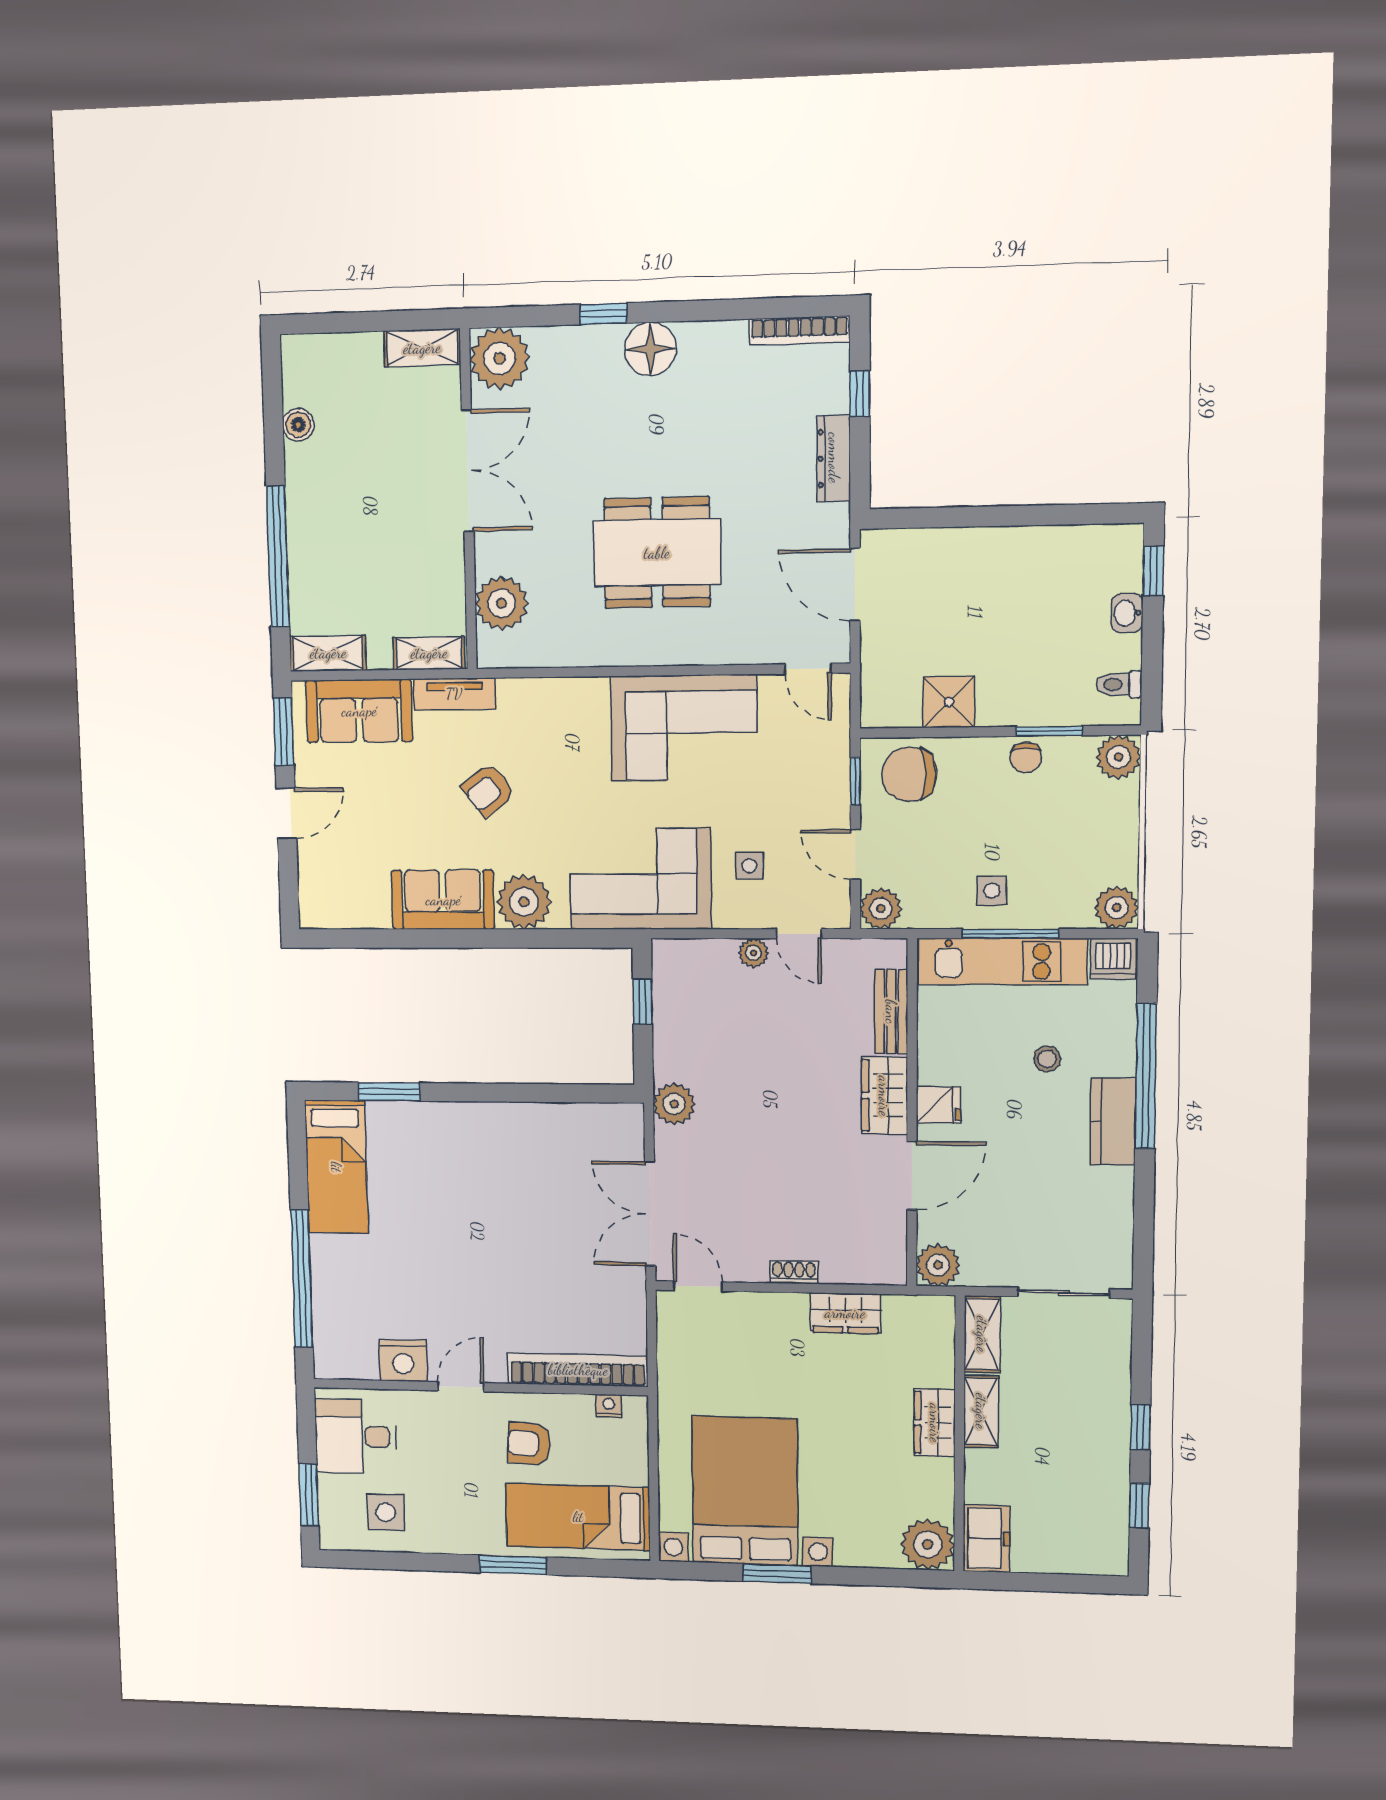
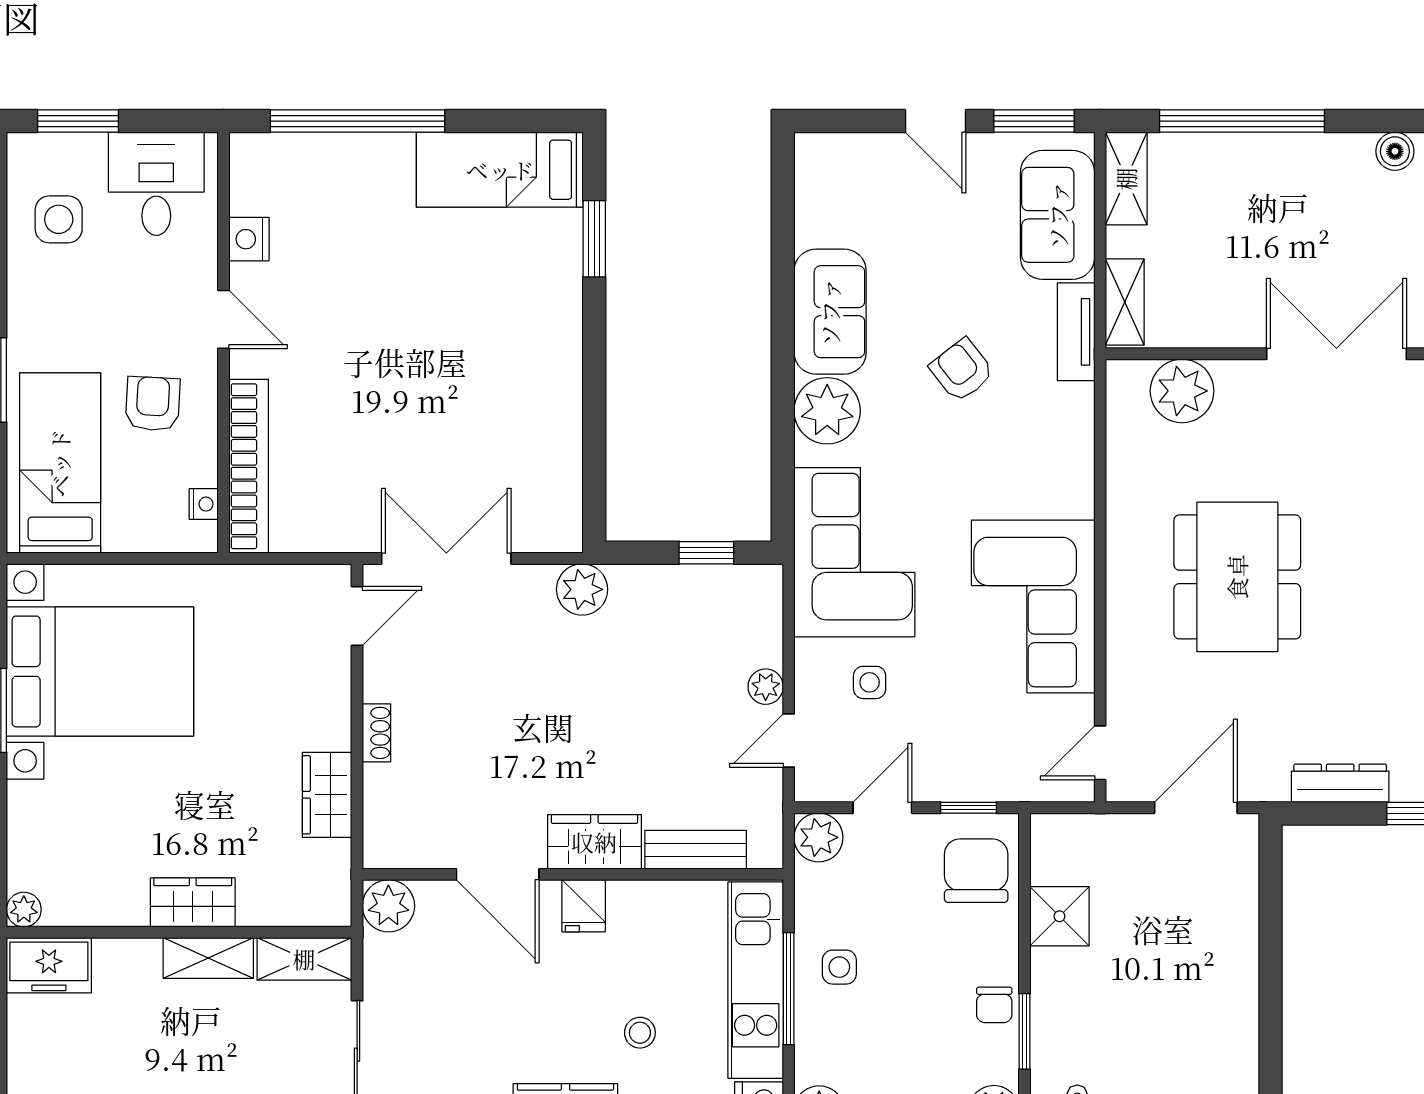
double door: (468, 471) -> (1336, 354), swing flipped
chair: (1026, 758) -> (994, 1005), turned -90
nightstand: (403, 1360) -> (249, 239), width x0.74, depth x0.75
plant: (928, 1544) -> (24, 910), width x0.53, depth x0.53

